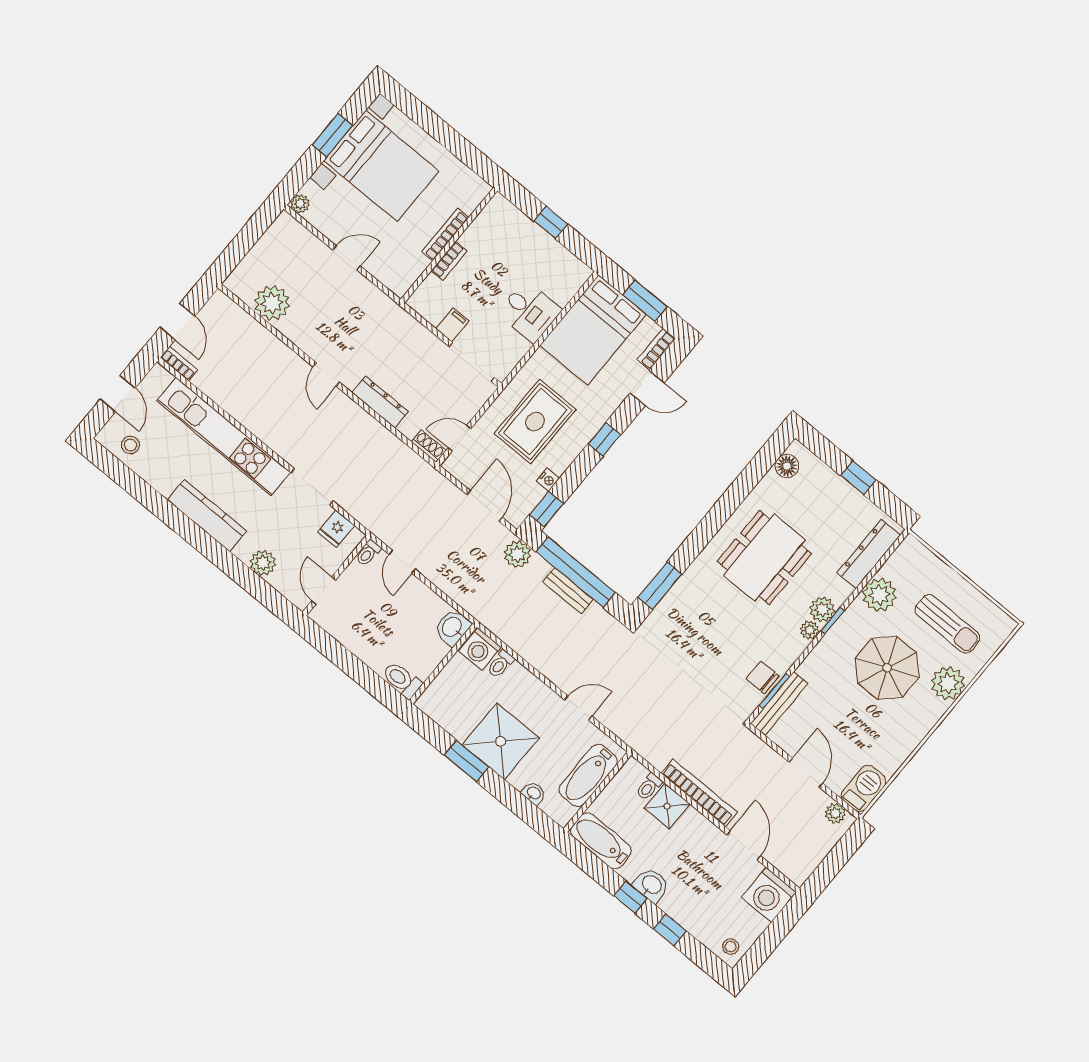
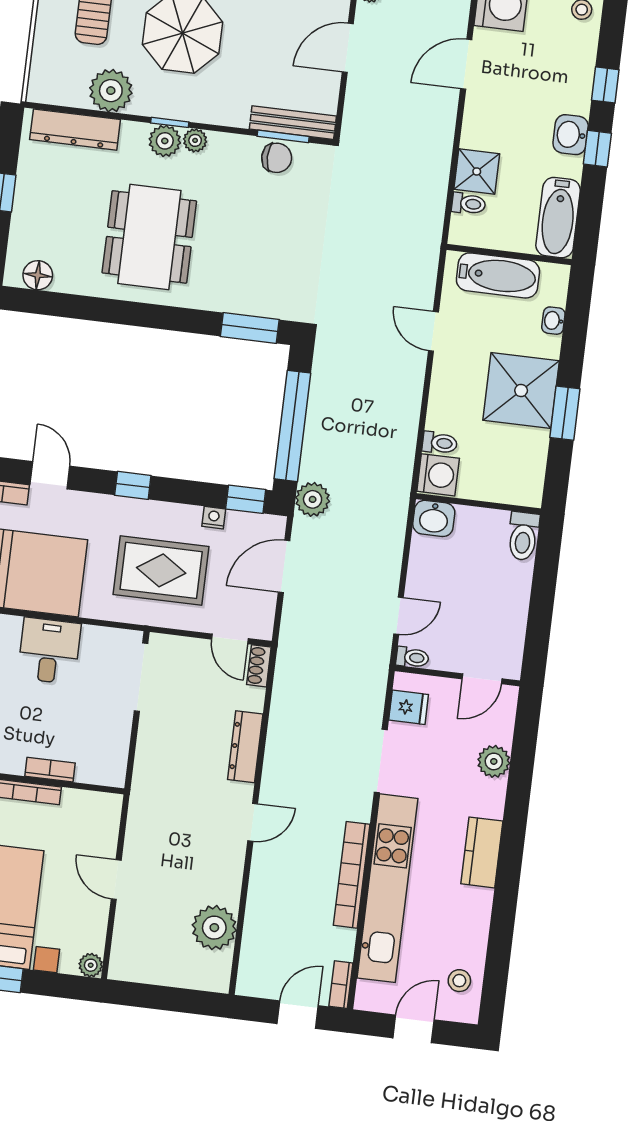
filing cabinet: (452, 325) -> (115, 723), removed
kitchen counter: (207, 516) -> (482, 852), width x0.67
dining table: (764, 558) -> (149, 237), turned 90
bench: (568, 591) -> (317, 422), removed
chair: (763, 677) -> (277, 158), turned -90
bookcase: (699, 793) -> (352, 875), moved

